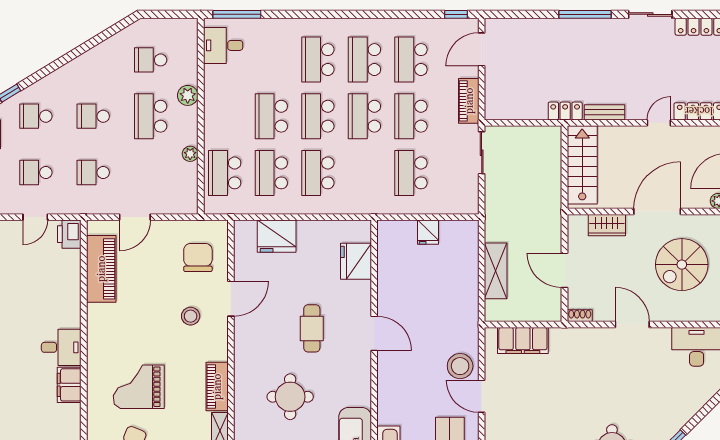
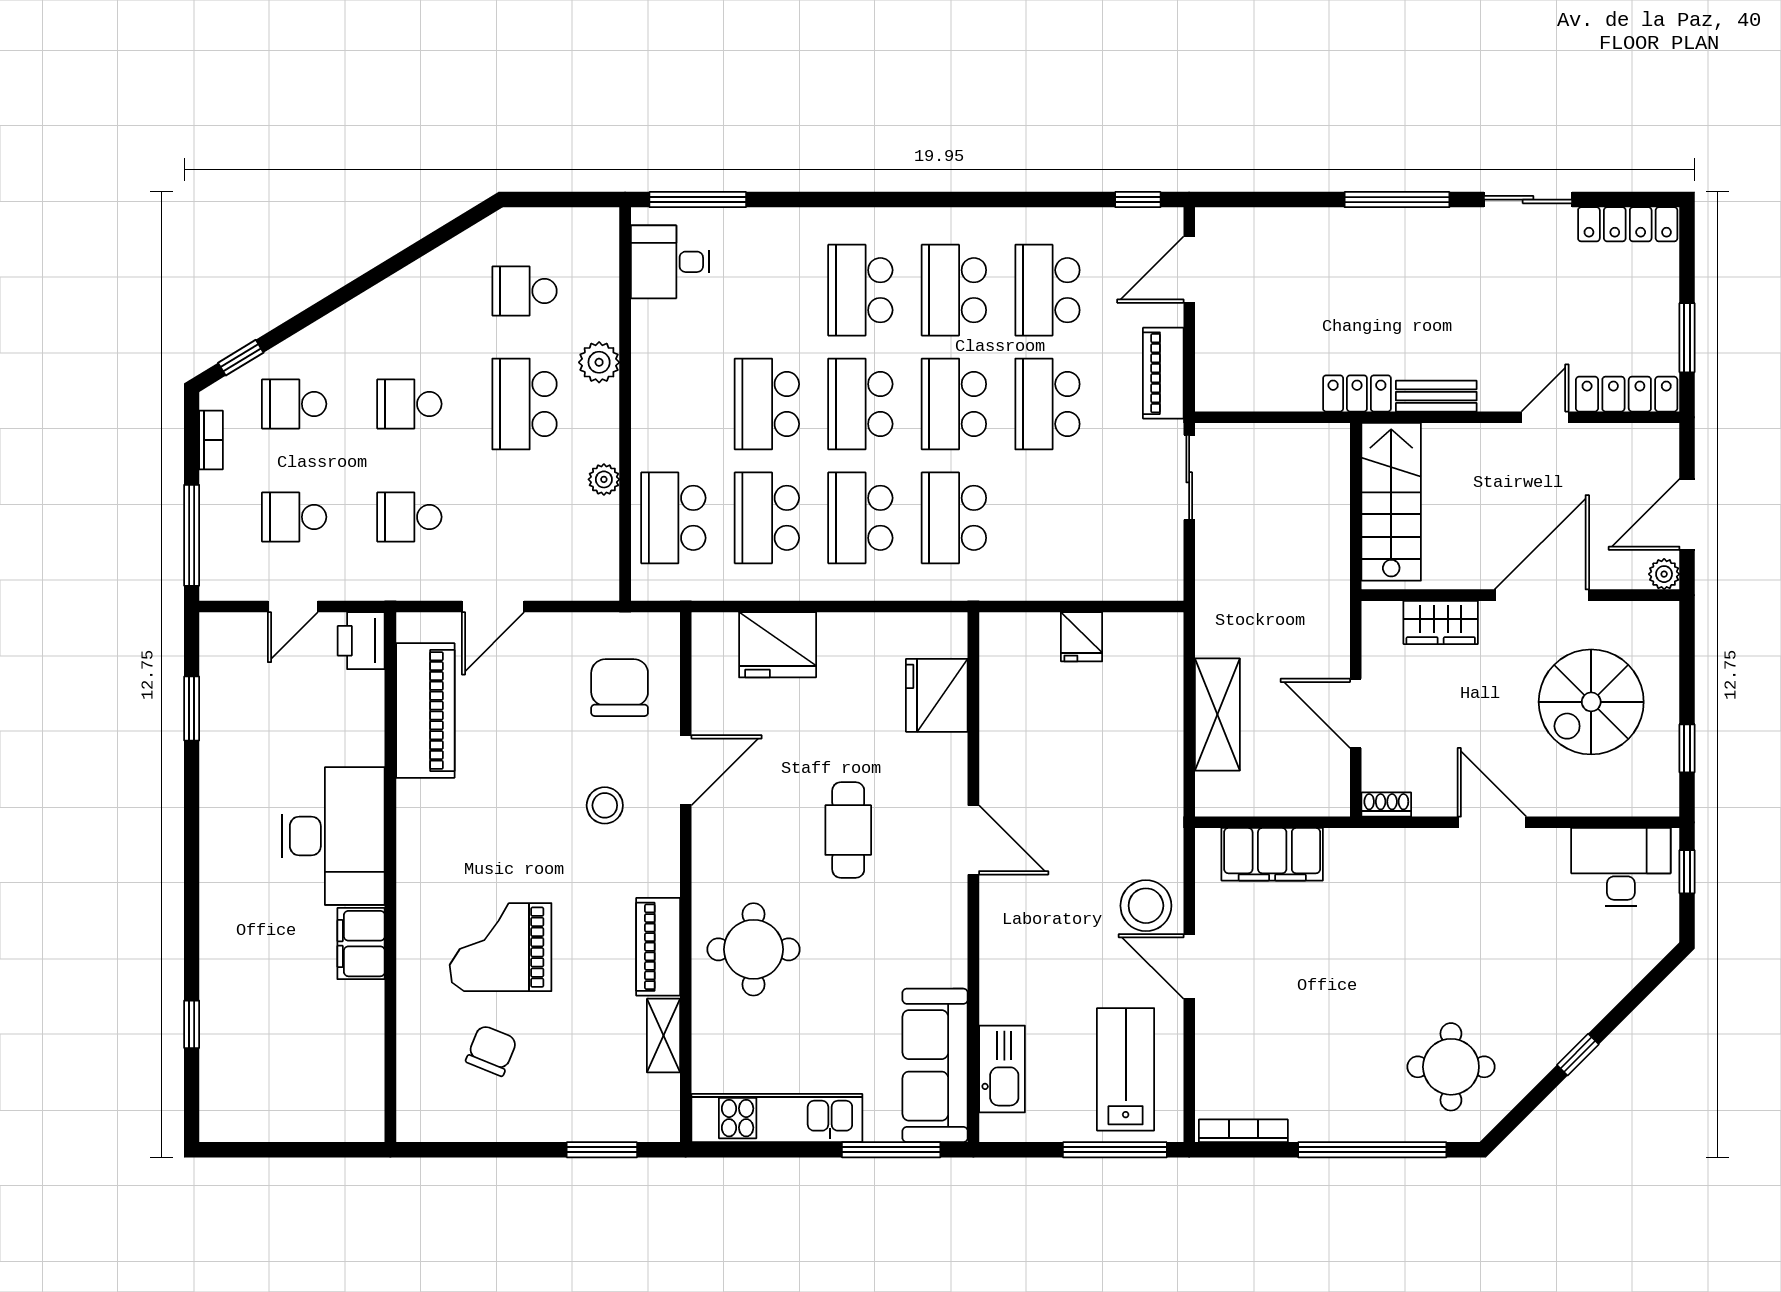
school desk: (411, 173) -> (954, 518), moved
desk: (61, 347) -> (333, 836), width x1.87, depth x1.30
round table: (290, 397) -> (754, 949), moved

